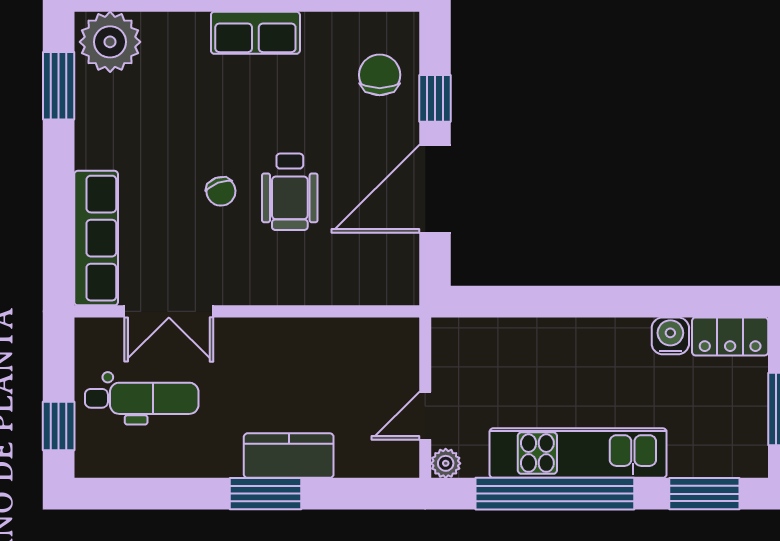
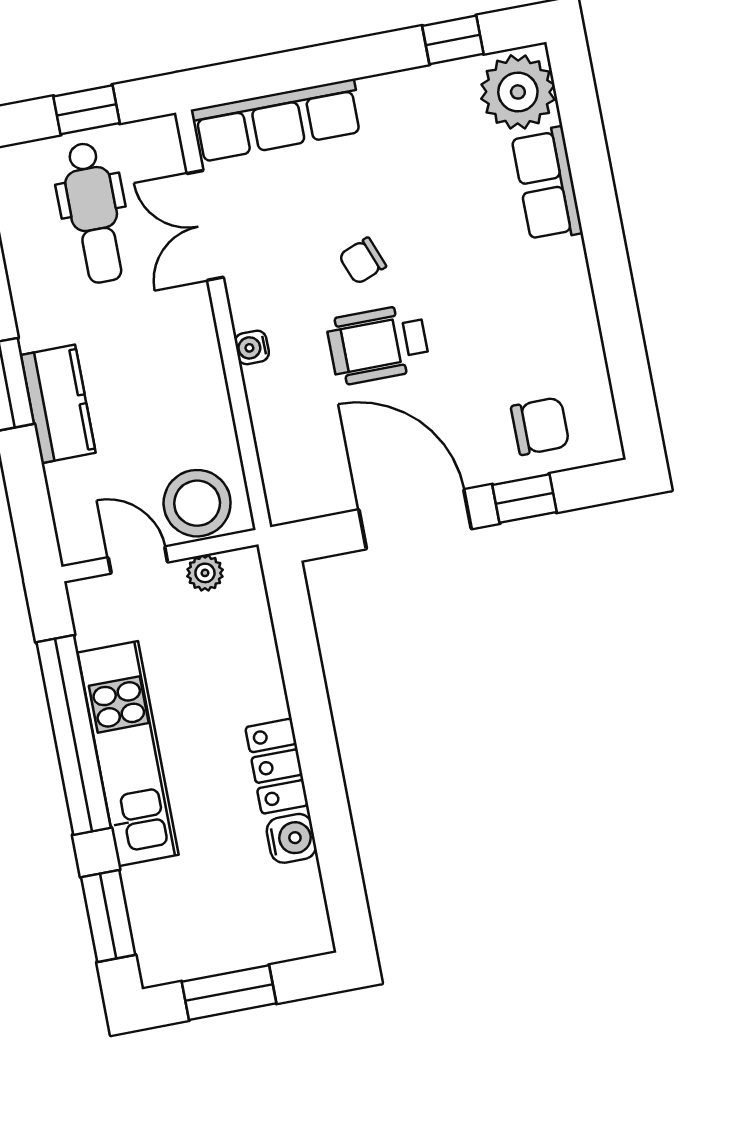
row of seats: (255, 33) -> (547, 184), moved
window: (59, 86) -> (453, 40), width x0.67
water cooler: (273, 293) -> (252, 347), added
locker: (730, 336) -> (277, 766), moved
stool: (389, 360) -> (197, 503), added
window: (59, 426) -> (86, 110), moved
plant: (446, 463) -> (205, 573), moved

